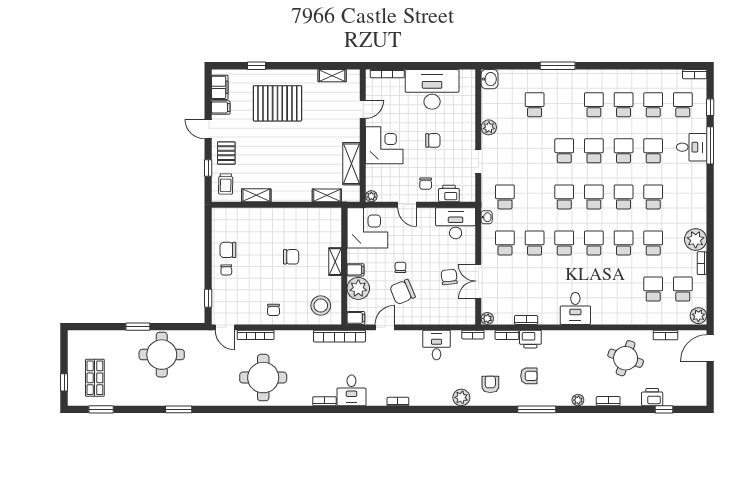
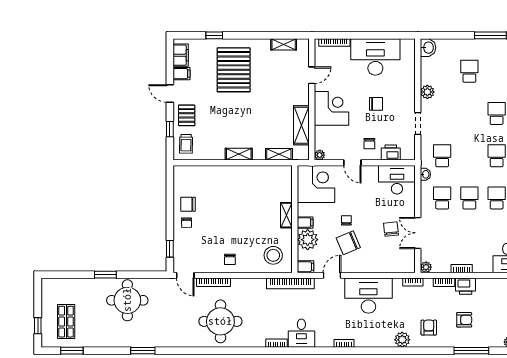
pallet: (277, 103) -> (234, 70), turned 90
shelving: (256, 195) -> (239, 154), moved
chair: (291, 257) -> (246, 211), removed
desk: (437, 345) -> (368, 296), width x1.87, depth x1.30

